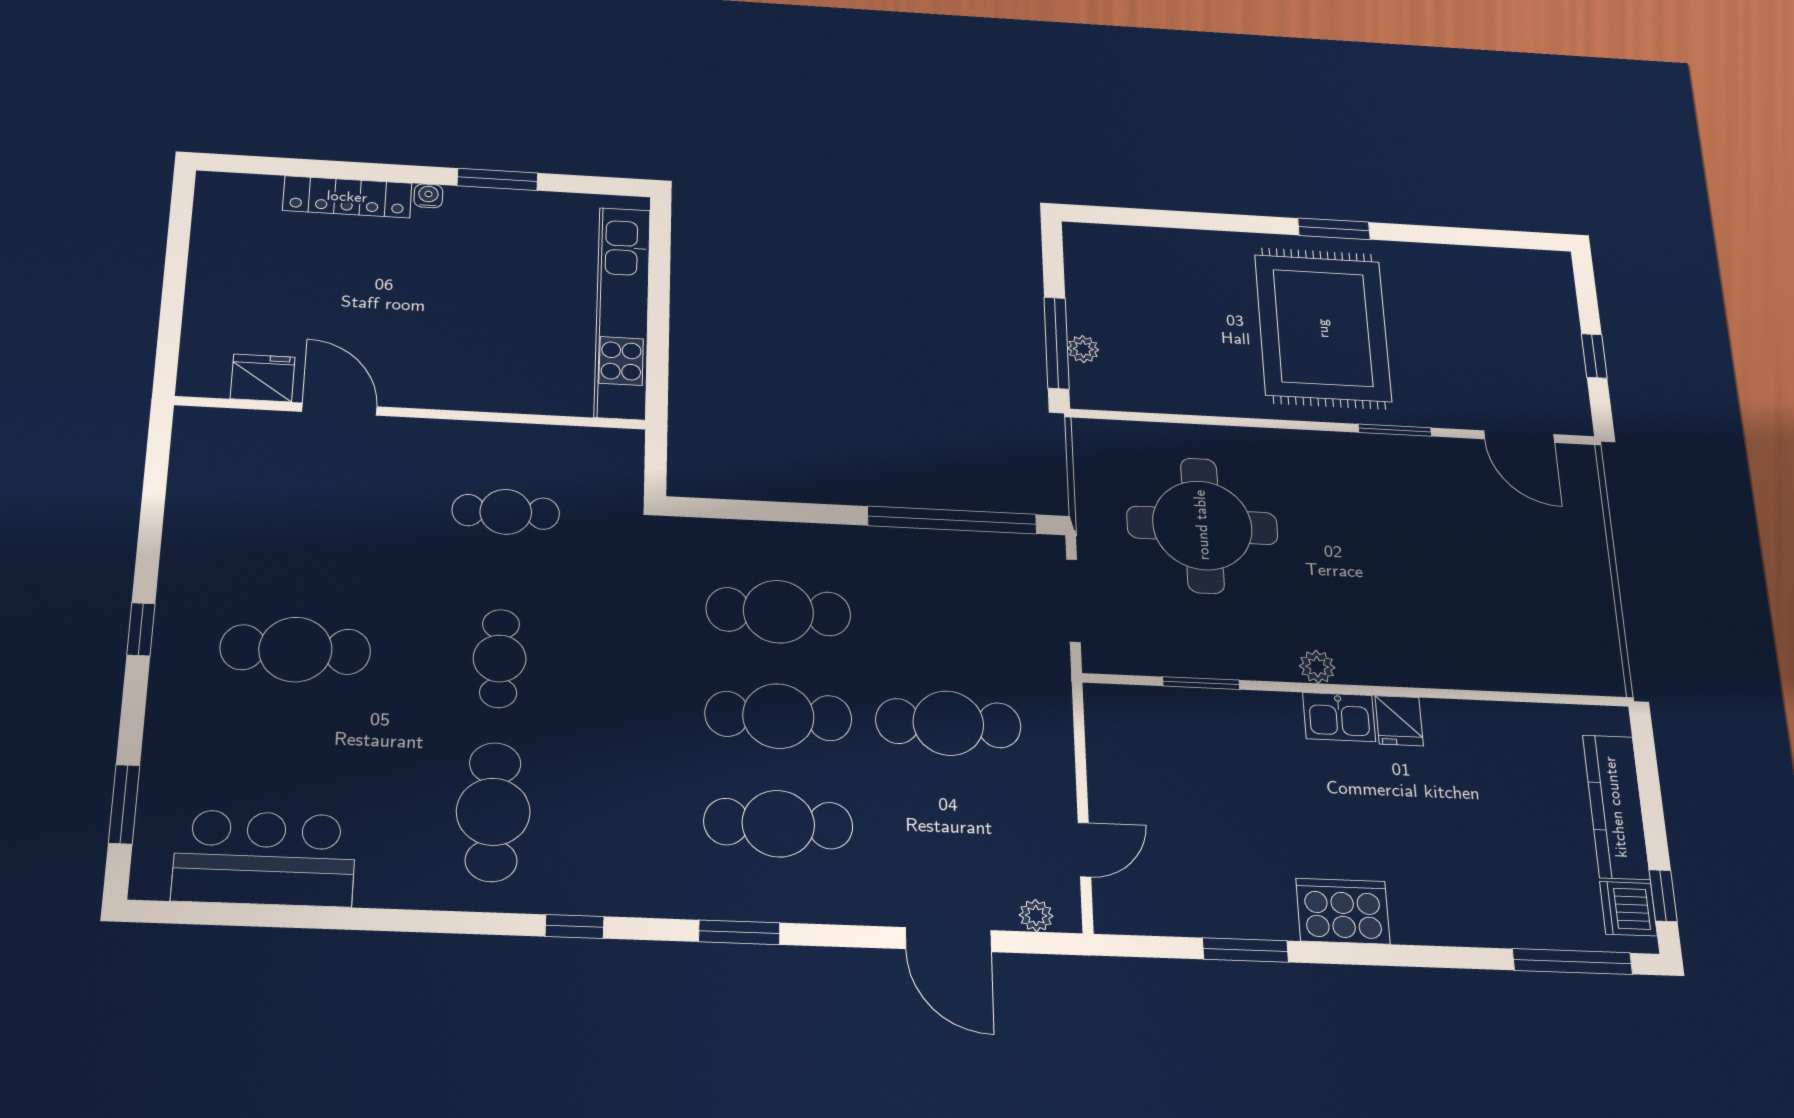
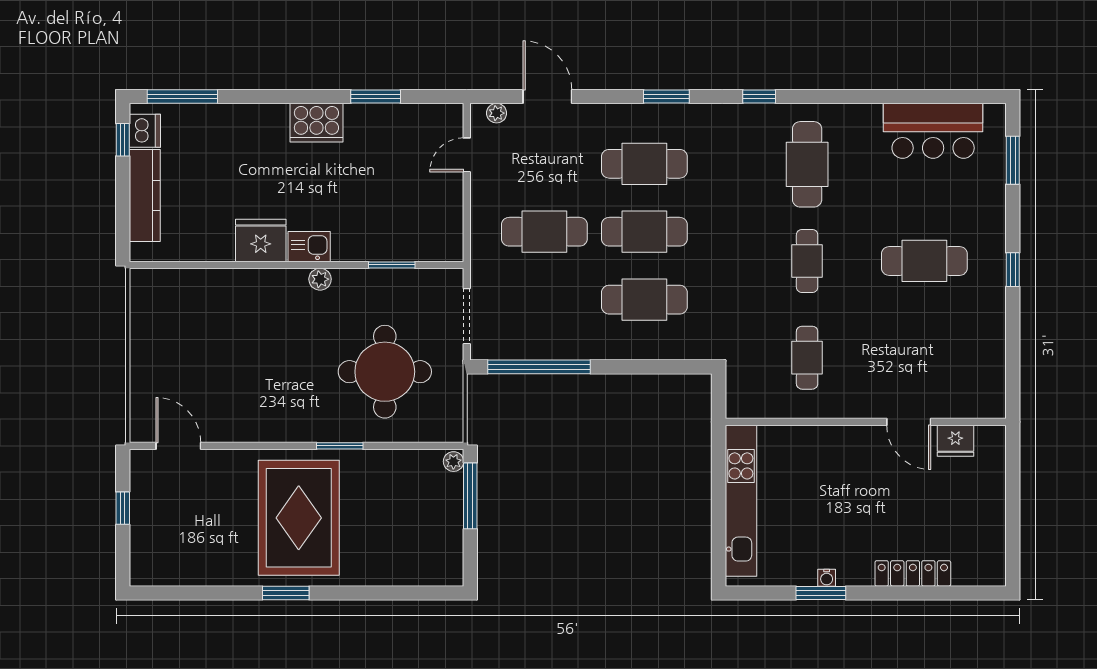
water cooler: (428, 196) -> (827, 578), moved
plant: (1083, 349) -> (453, 462), moved
window: (1395, 430) -> (340, 446), moved
cafe table: (506, 512) -> (807, 358), turned 90
fridge: (1399, 721) -> (261, 240), width x1.88, depth x1.34

